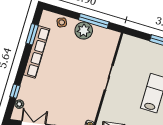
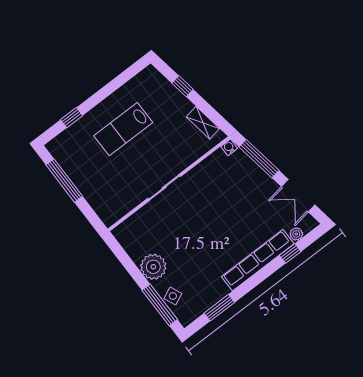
window: (94, 21) -> (160, 305), moved
row of seats: (37, 52) -> (258, 260), moved

